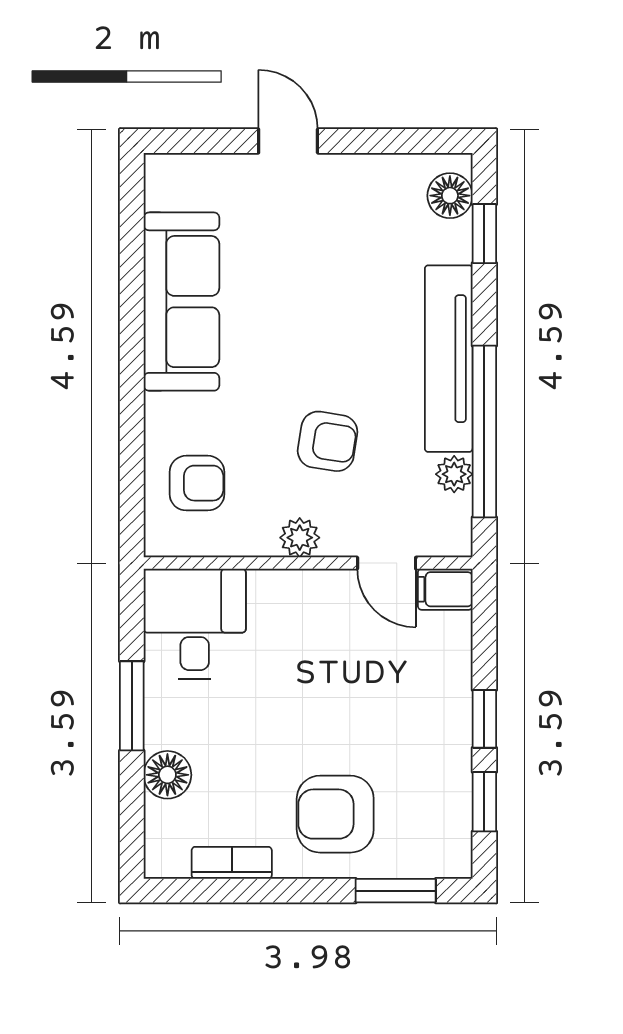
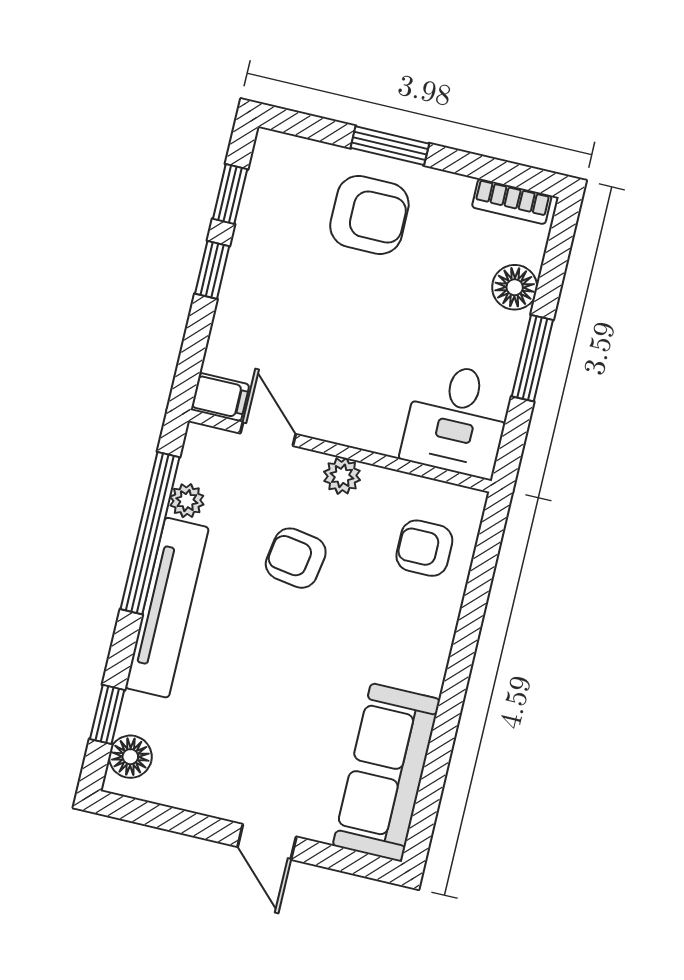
sofa: (181, 302) -> (386, 772), moved
bookcase: (232, 863) -> (512, 201), moved
window: (396, 891) -> (390, 146), moved

